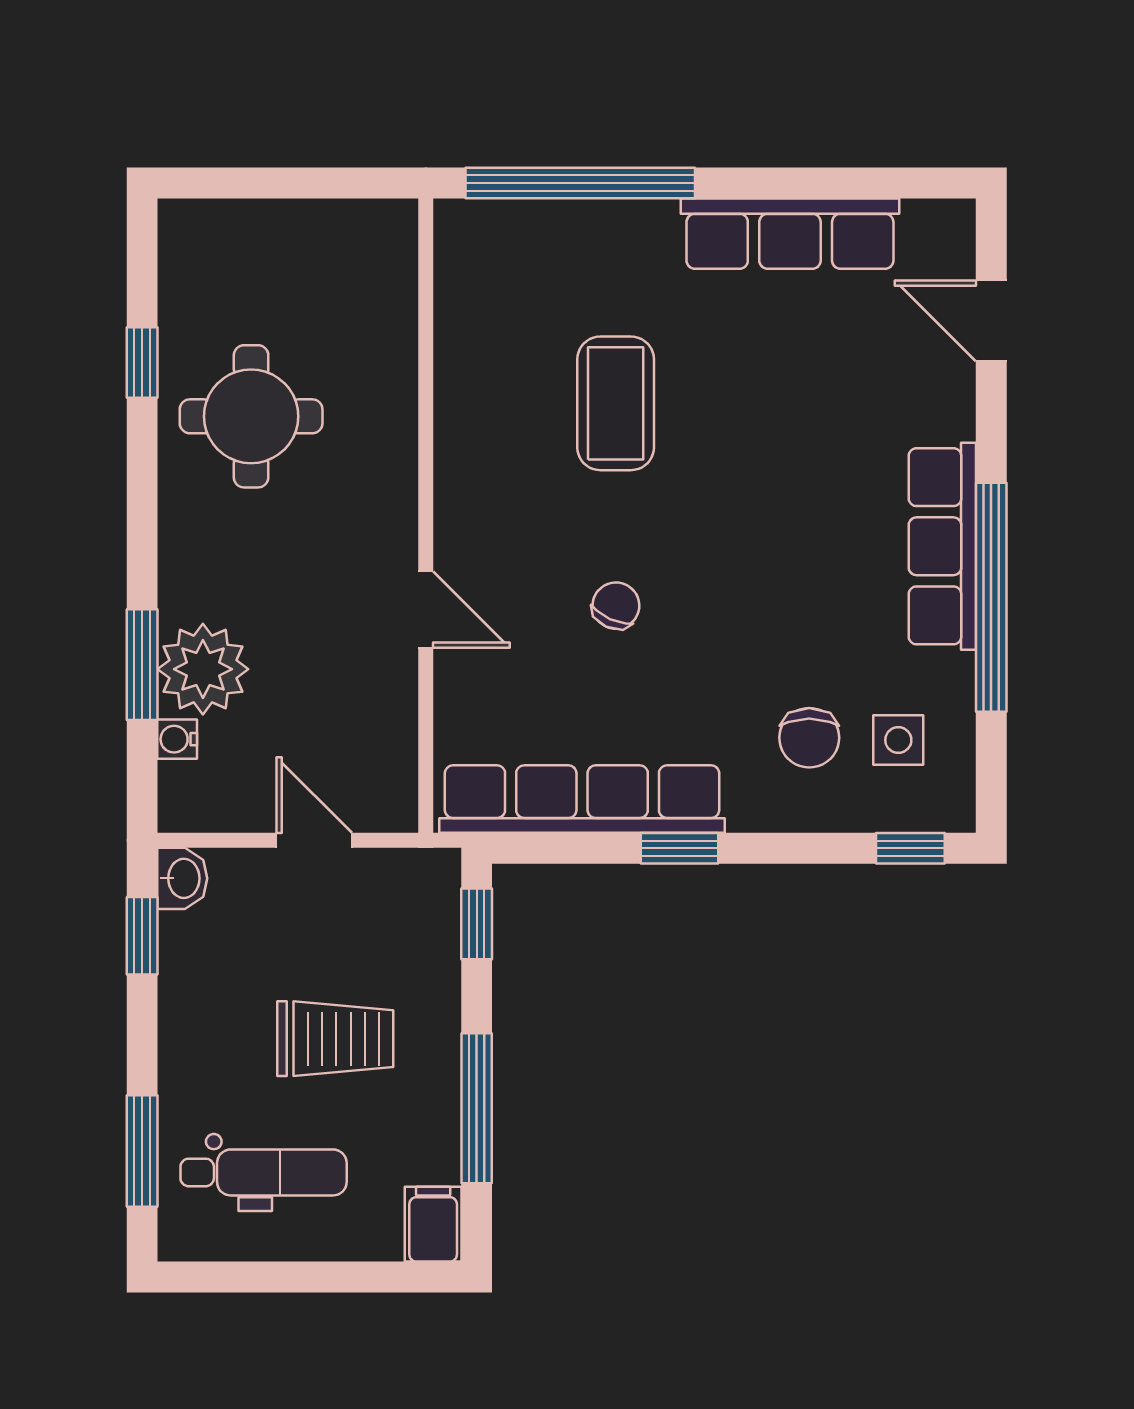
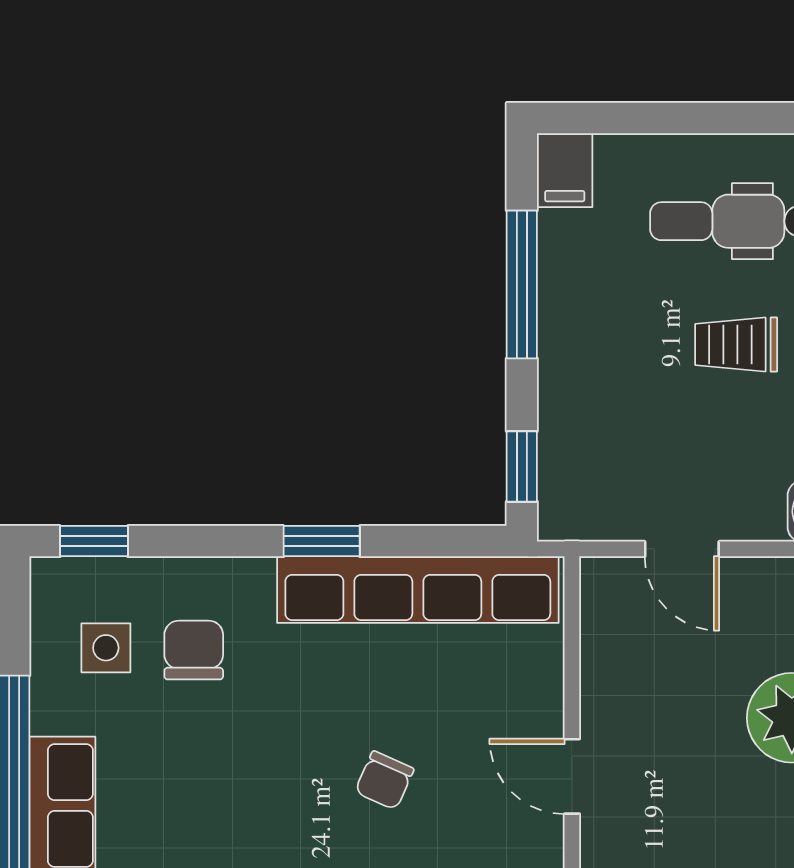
trolley: (335, 1039) -> (736, 345), moved, width x0.73, depth x0.72

